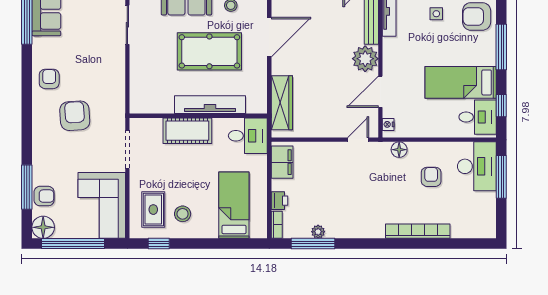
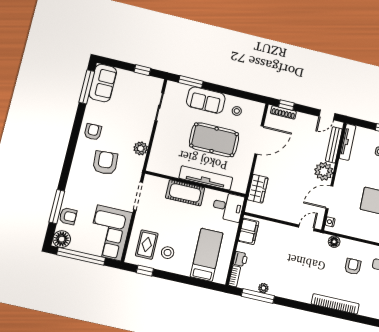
plant: (116, 86) -> (141, 148), added
wardrobe: (282, 103) -> (258, 189), width x0.67

